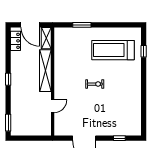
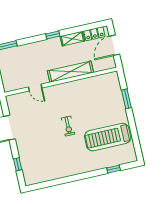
shelving: (46, 38) -> (72, 39), moved
treadmill: (113, 50) -> (108, 137), turned -90

